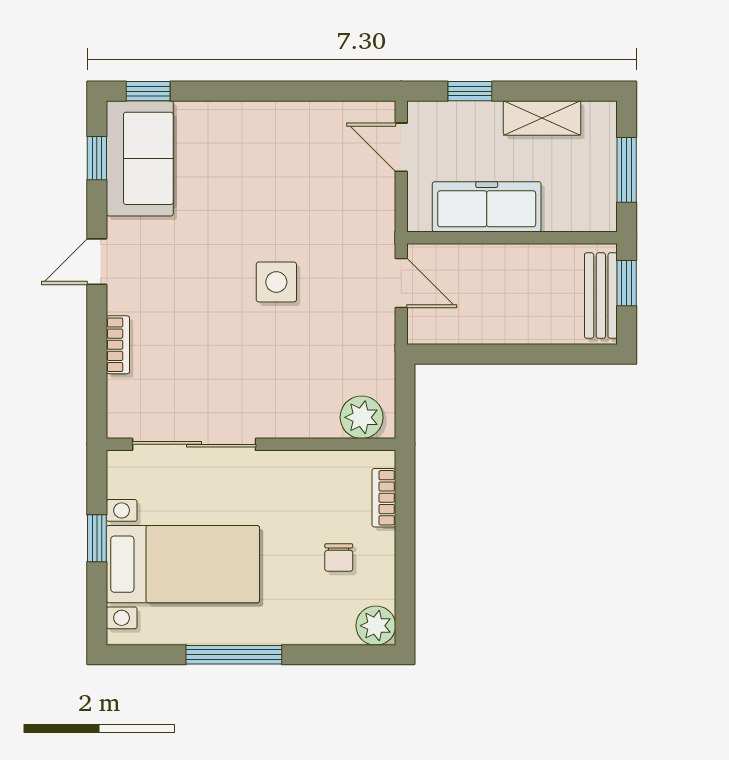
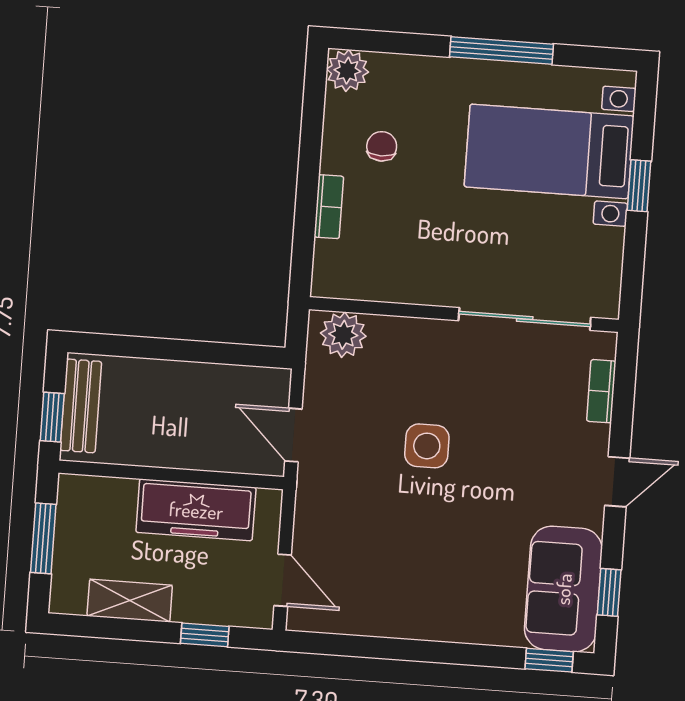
plant: (362, 417) -> (343, 335), moved
sliding door: (194, 444) -> (525, 319), moved
wall: (251, 444) -> (464, 314), moved

